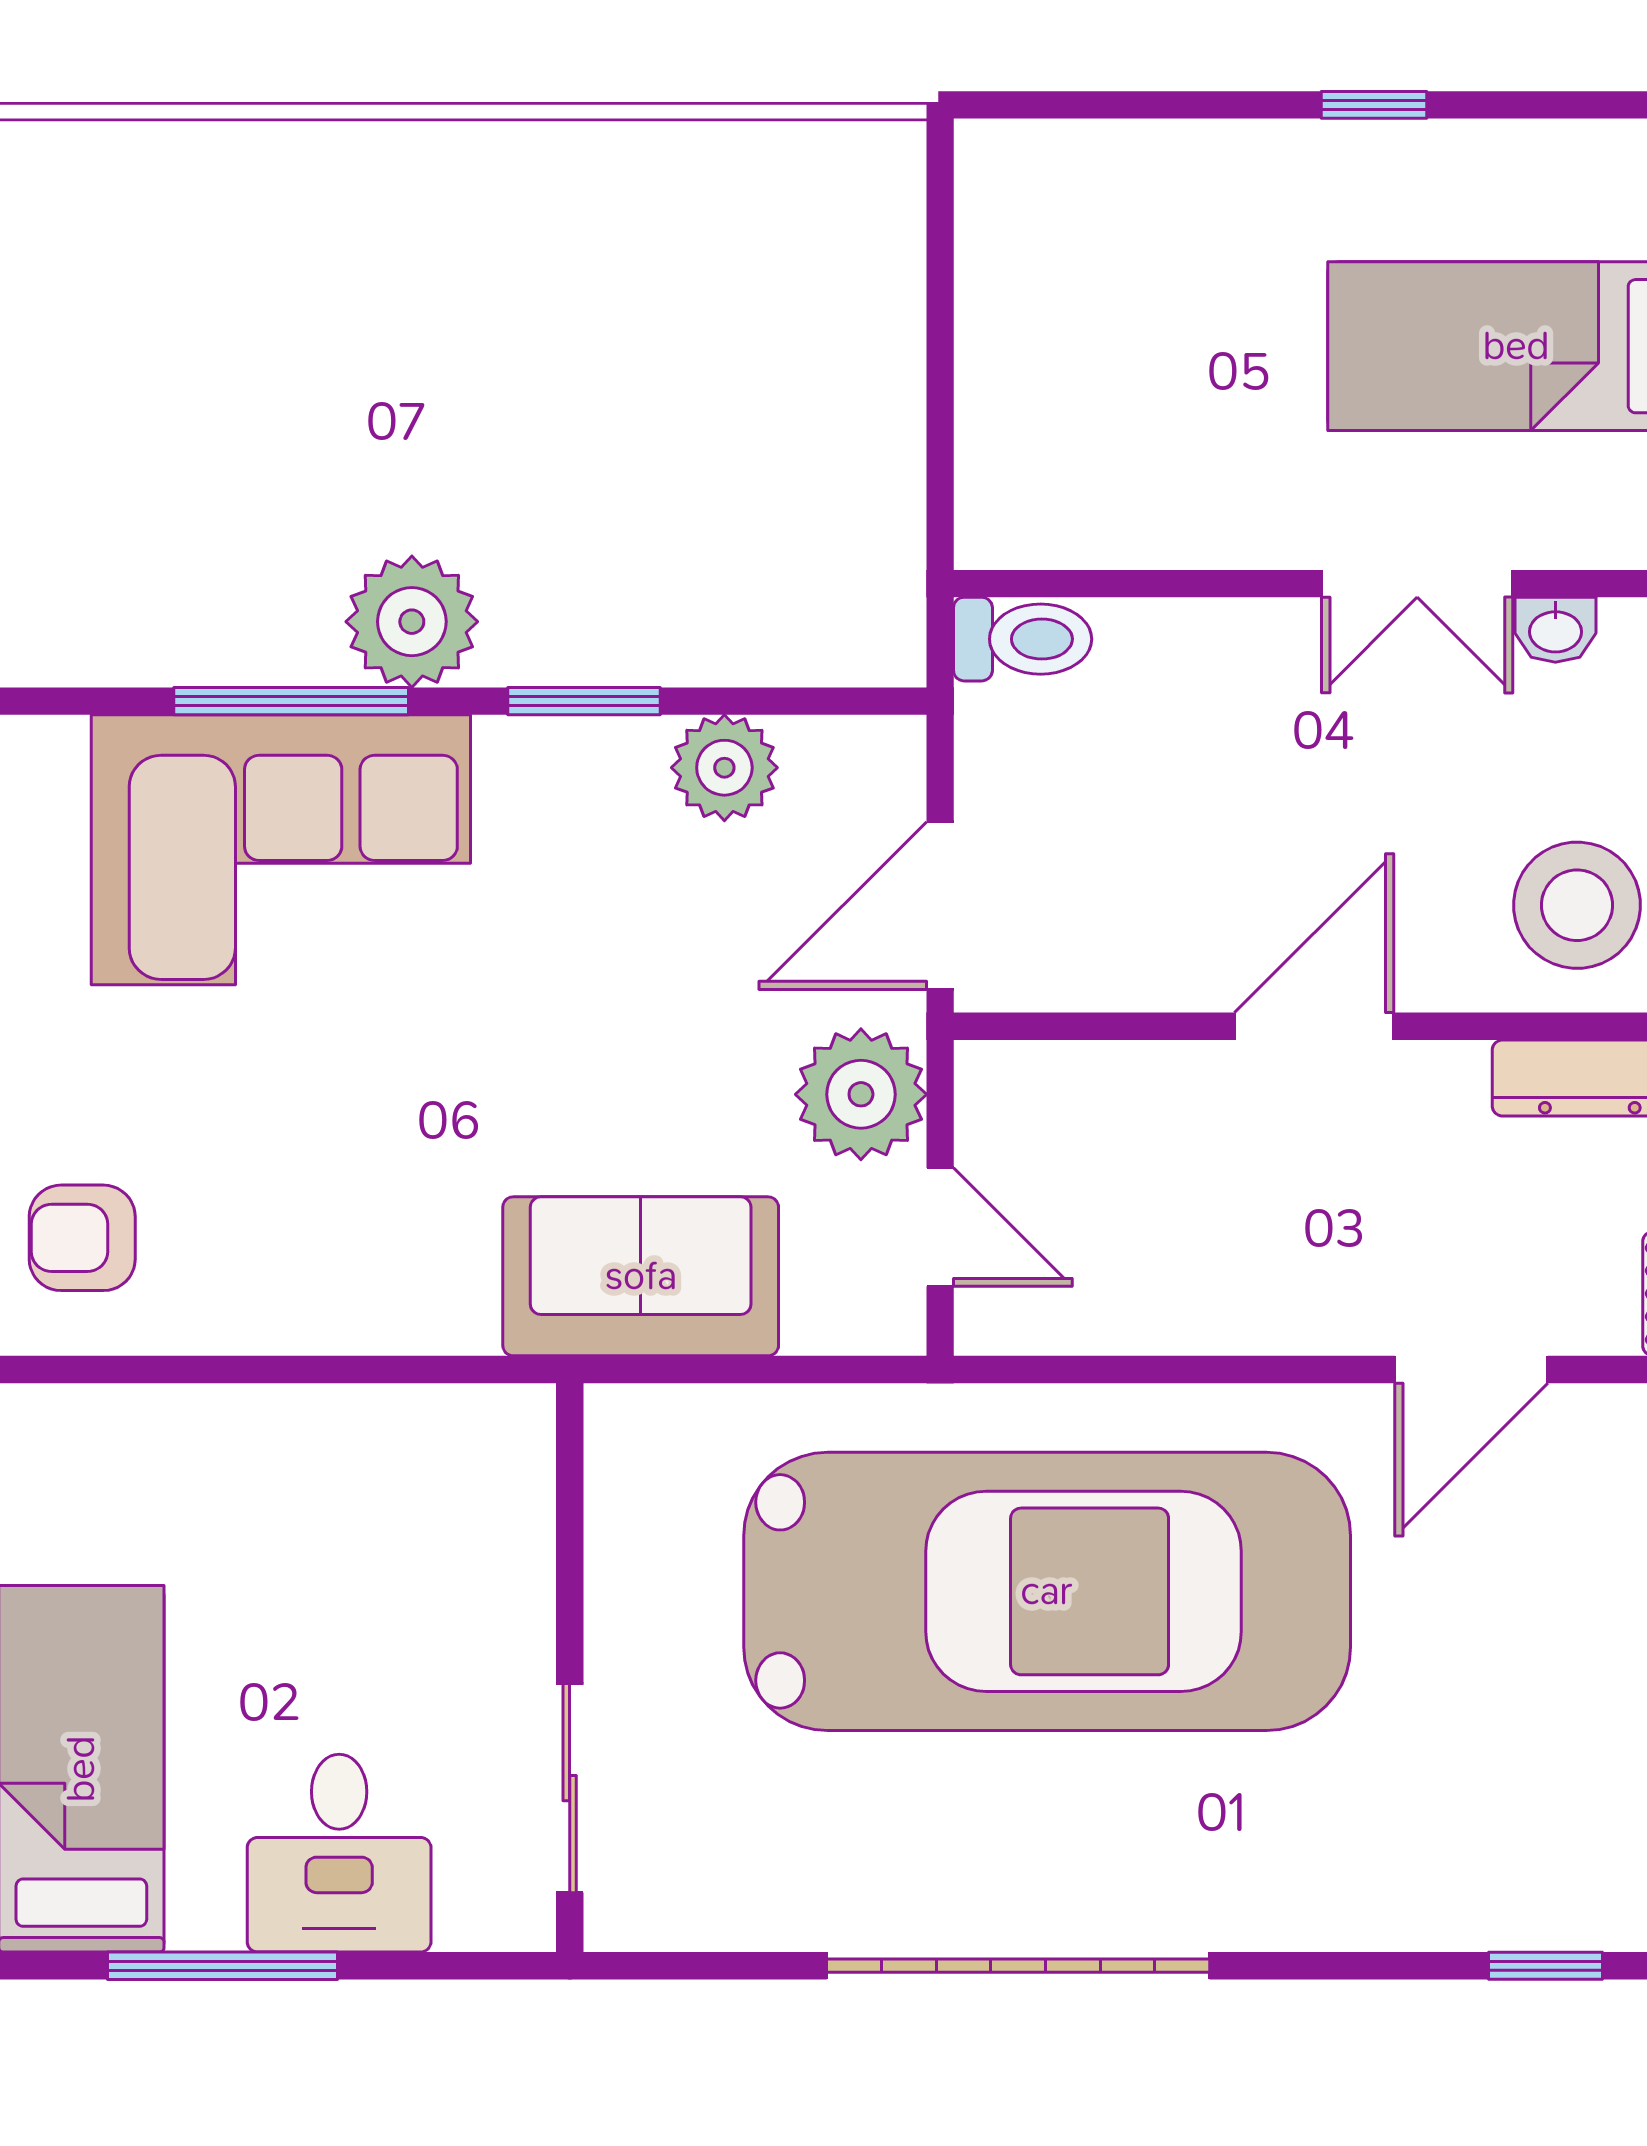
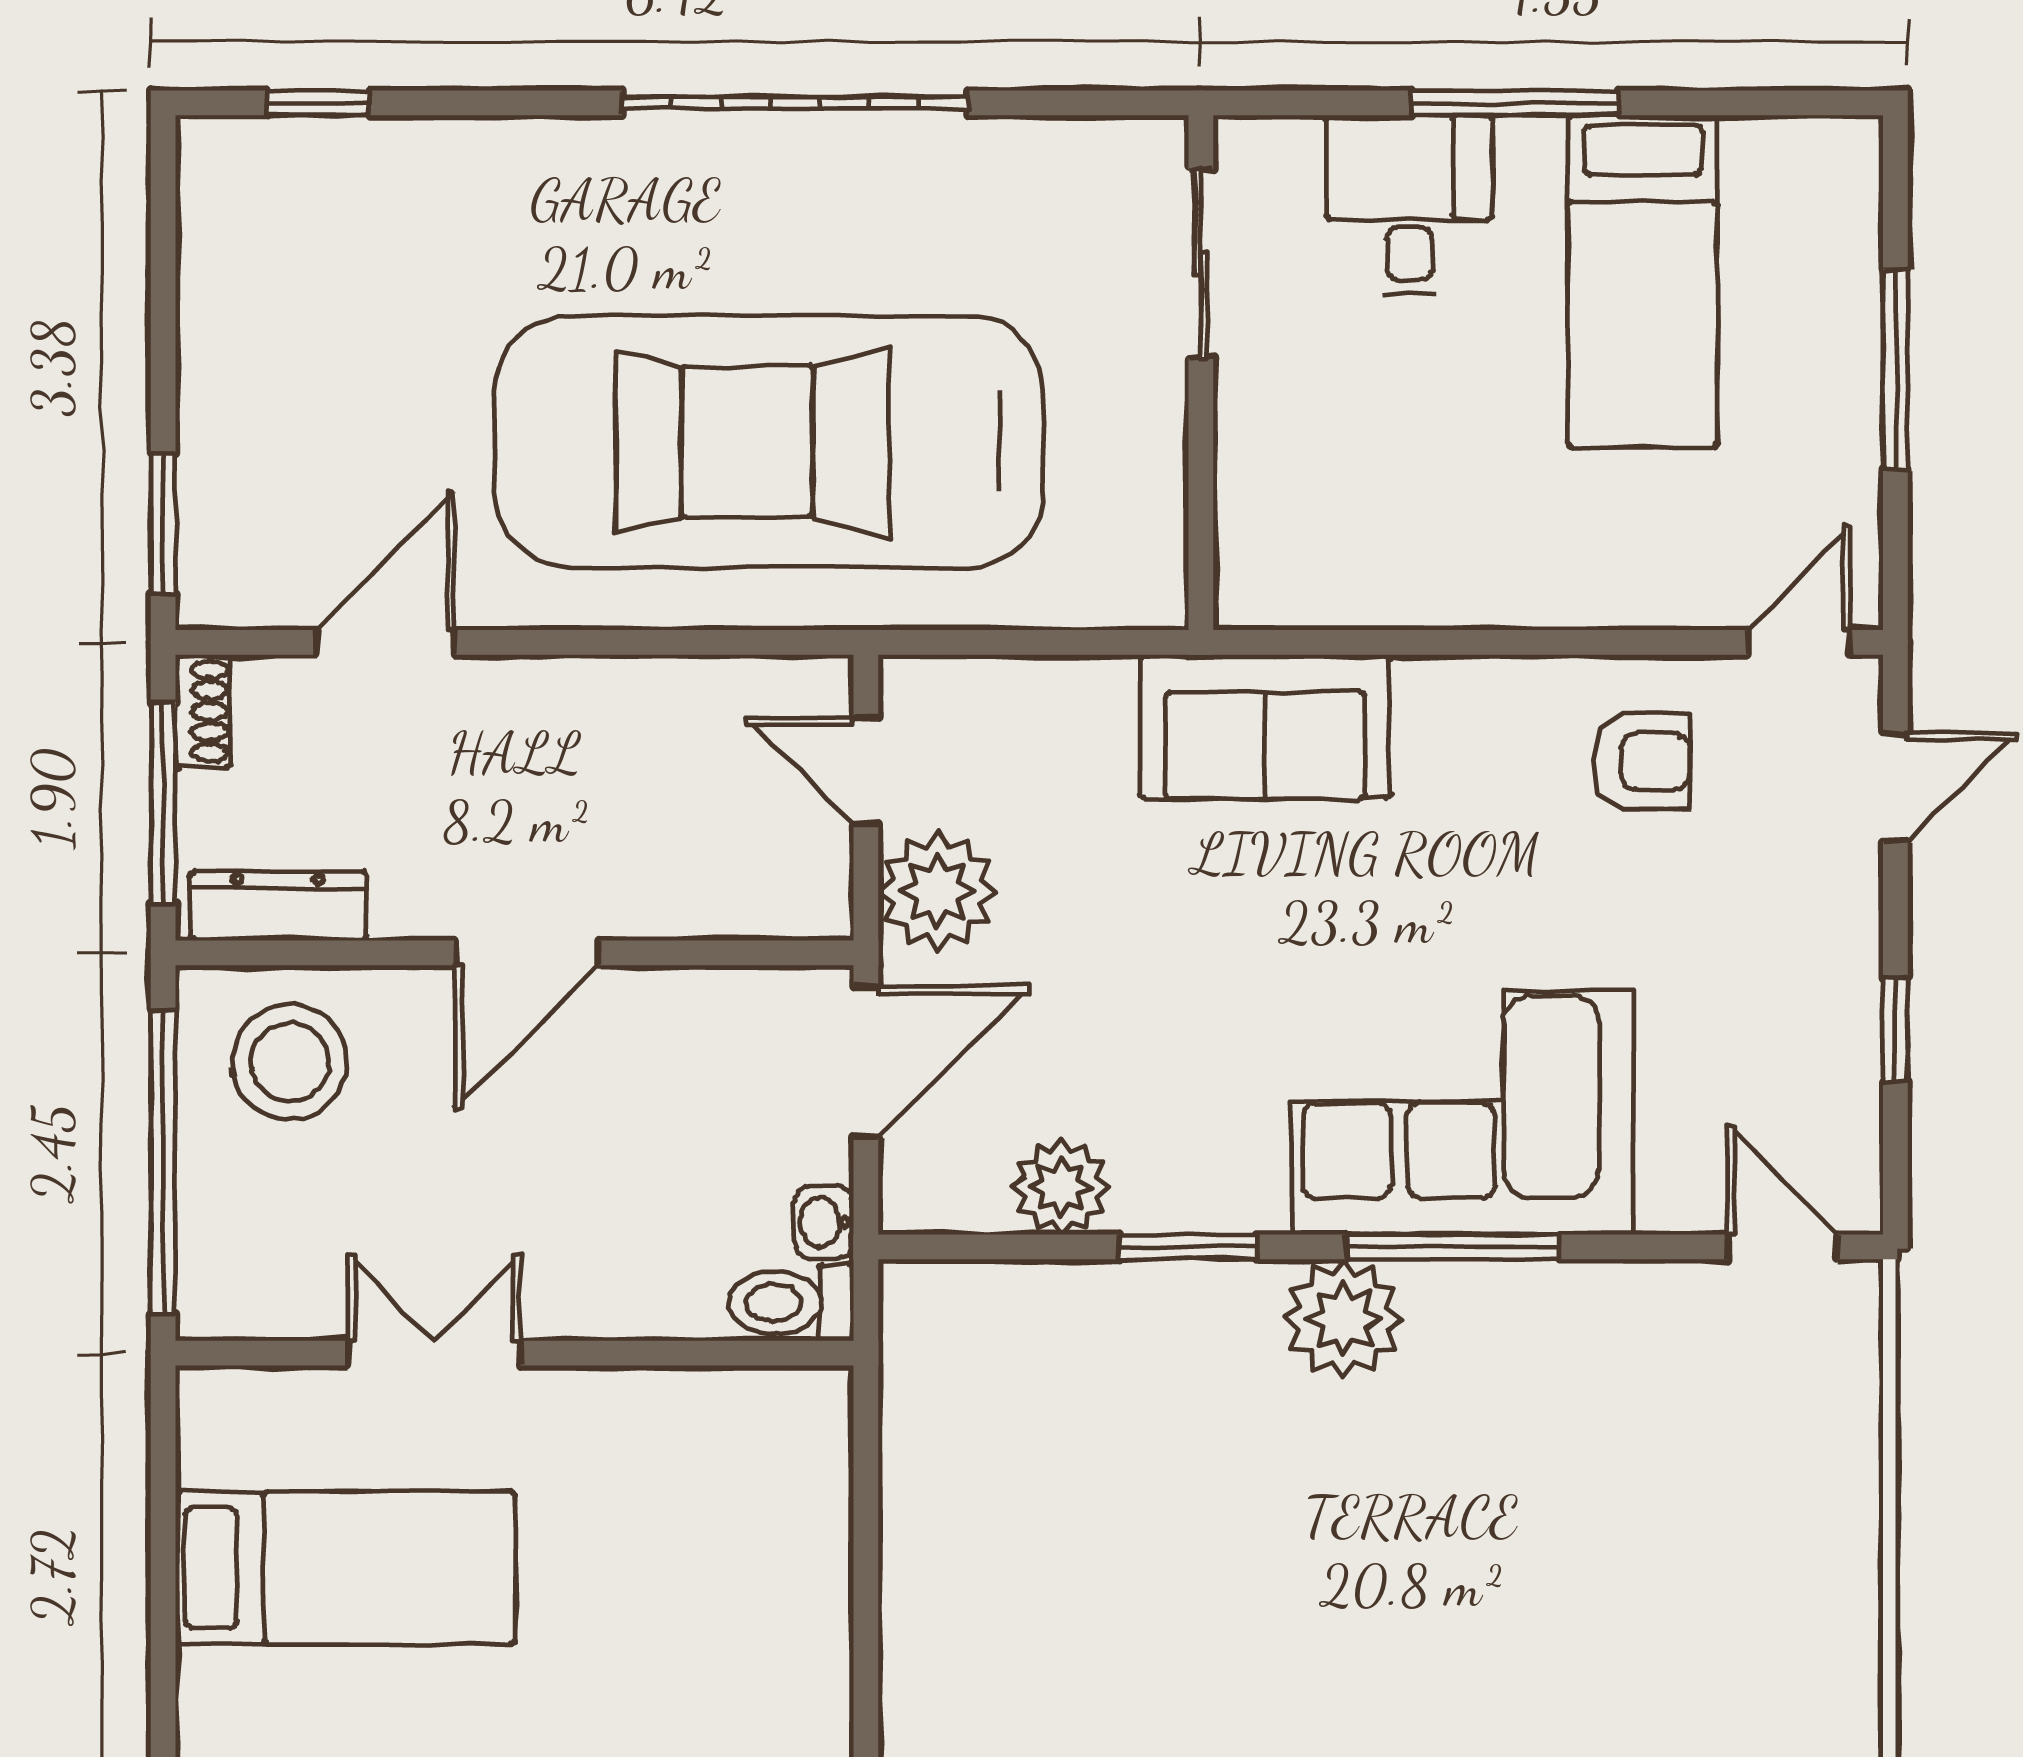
washbasin: (1555, 630) -> (824, 1222), moved, turned -90
sofa: (641, 1276) -> (1265, 727), moved

